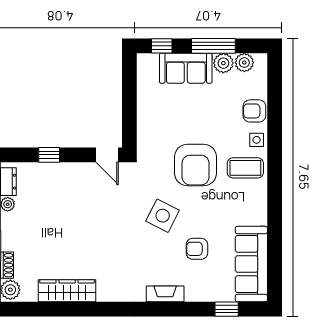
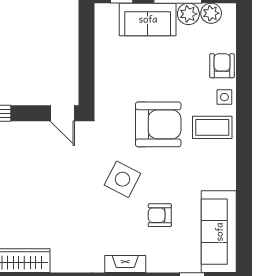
armchair: (254, 111) -> (222, 66), turned 90
armchair: (196, 165) -> (158, 124), turned -90

